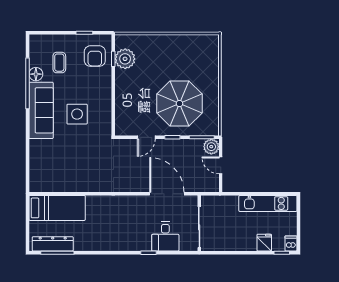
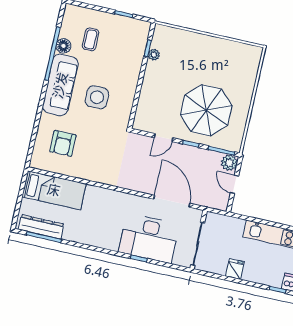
armchair: (95, 56) -> (63, 143), moved
plant: (125, 59) -> (154, 55), width x0.53, depth x0.53
desk: (165, 237) -> (149, 238), width x1.87, depth x1.30
fridge: (264, 243) -> (235, 269), moved

